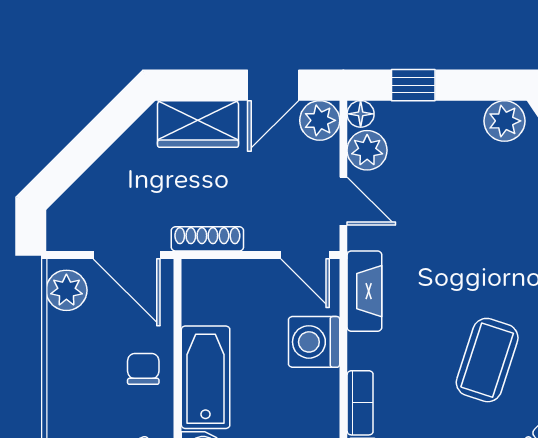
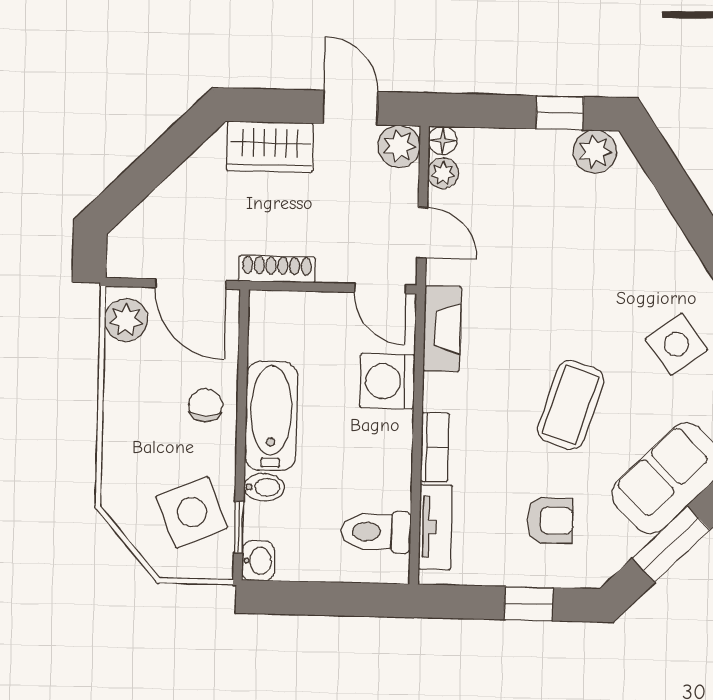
door: (273, 85) -> (351, 108), swing flipped
window: (413, 85) -> (560, 113), moved
plant: (367, 150) -> (443, 173), width x0.73, depth x0.73

